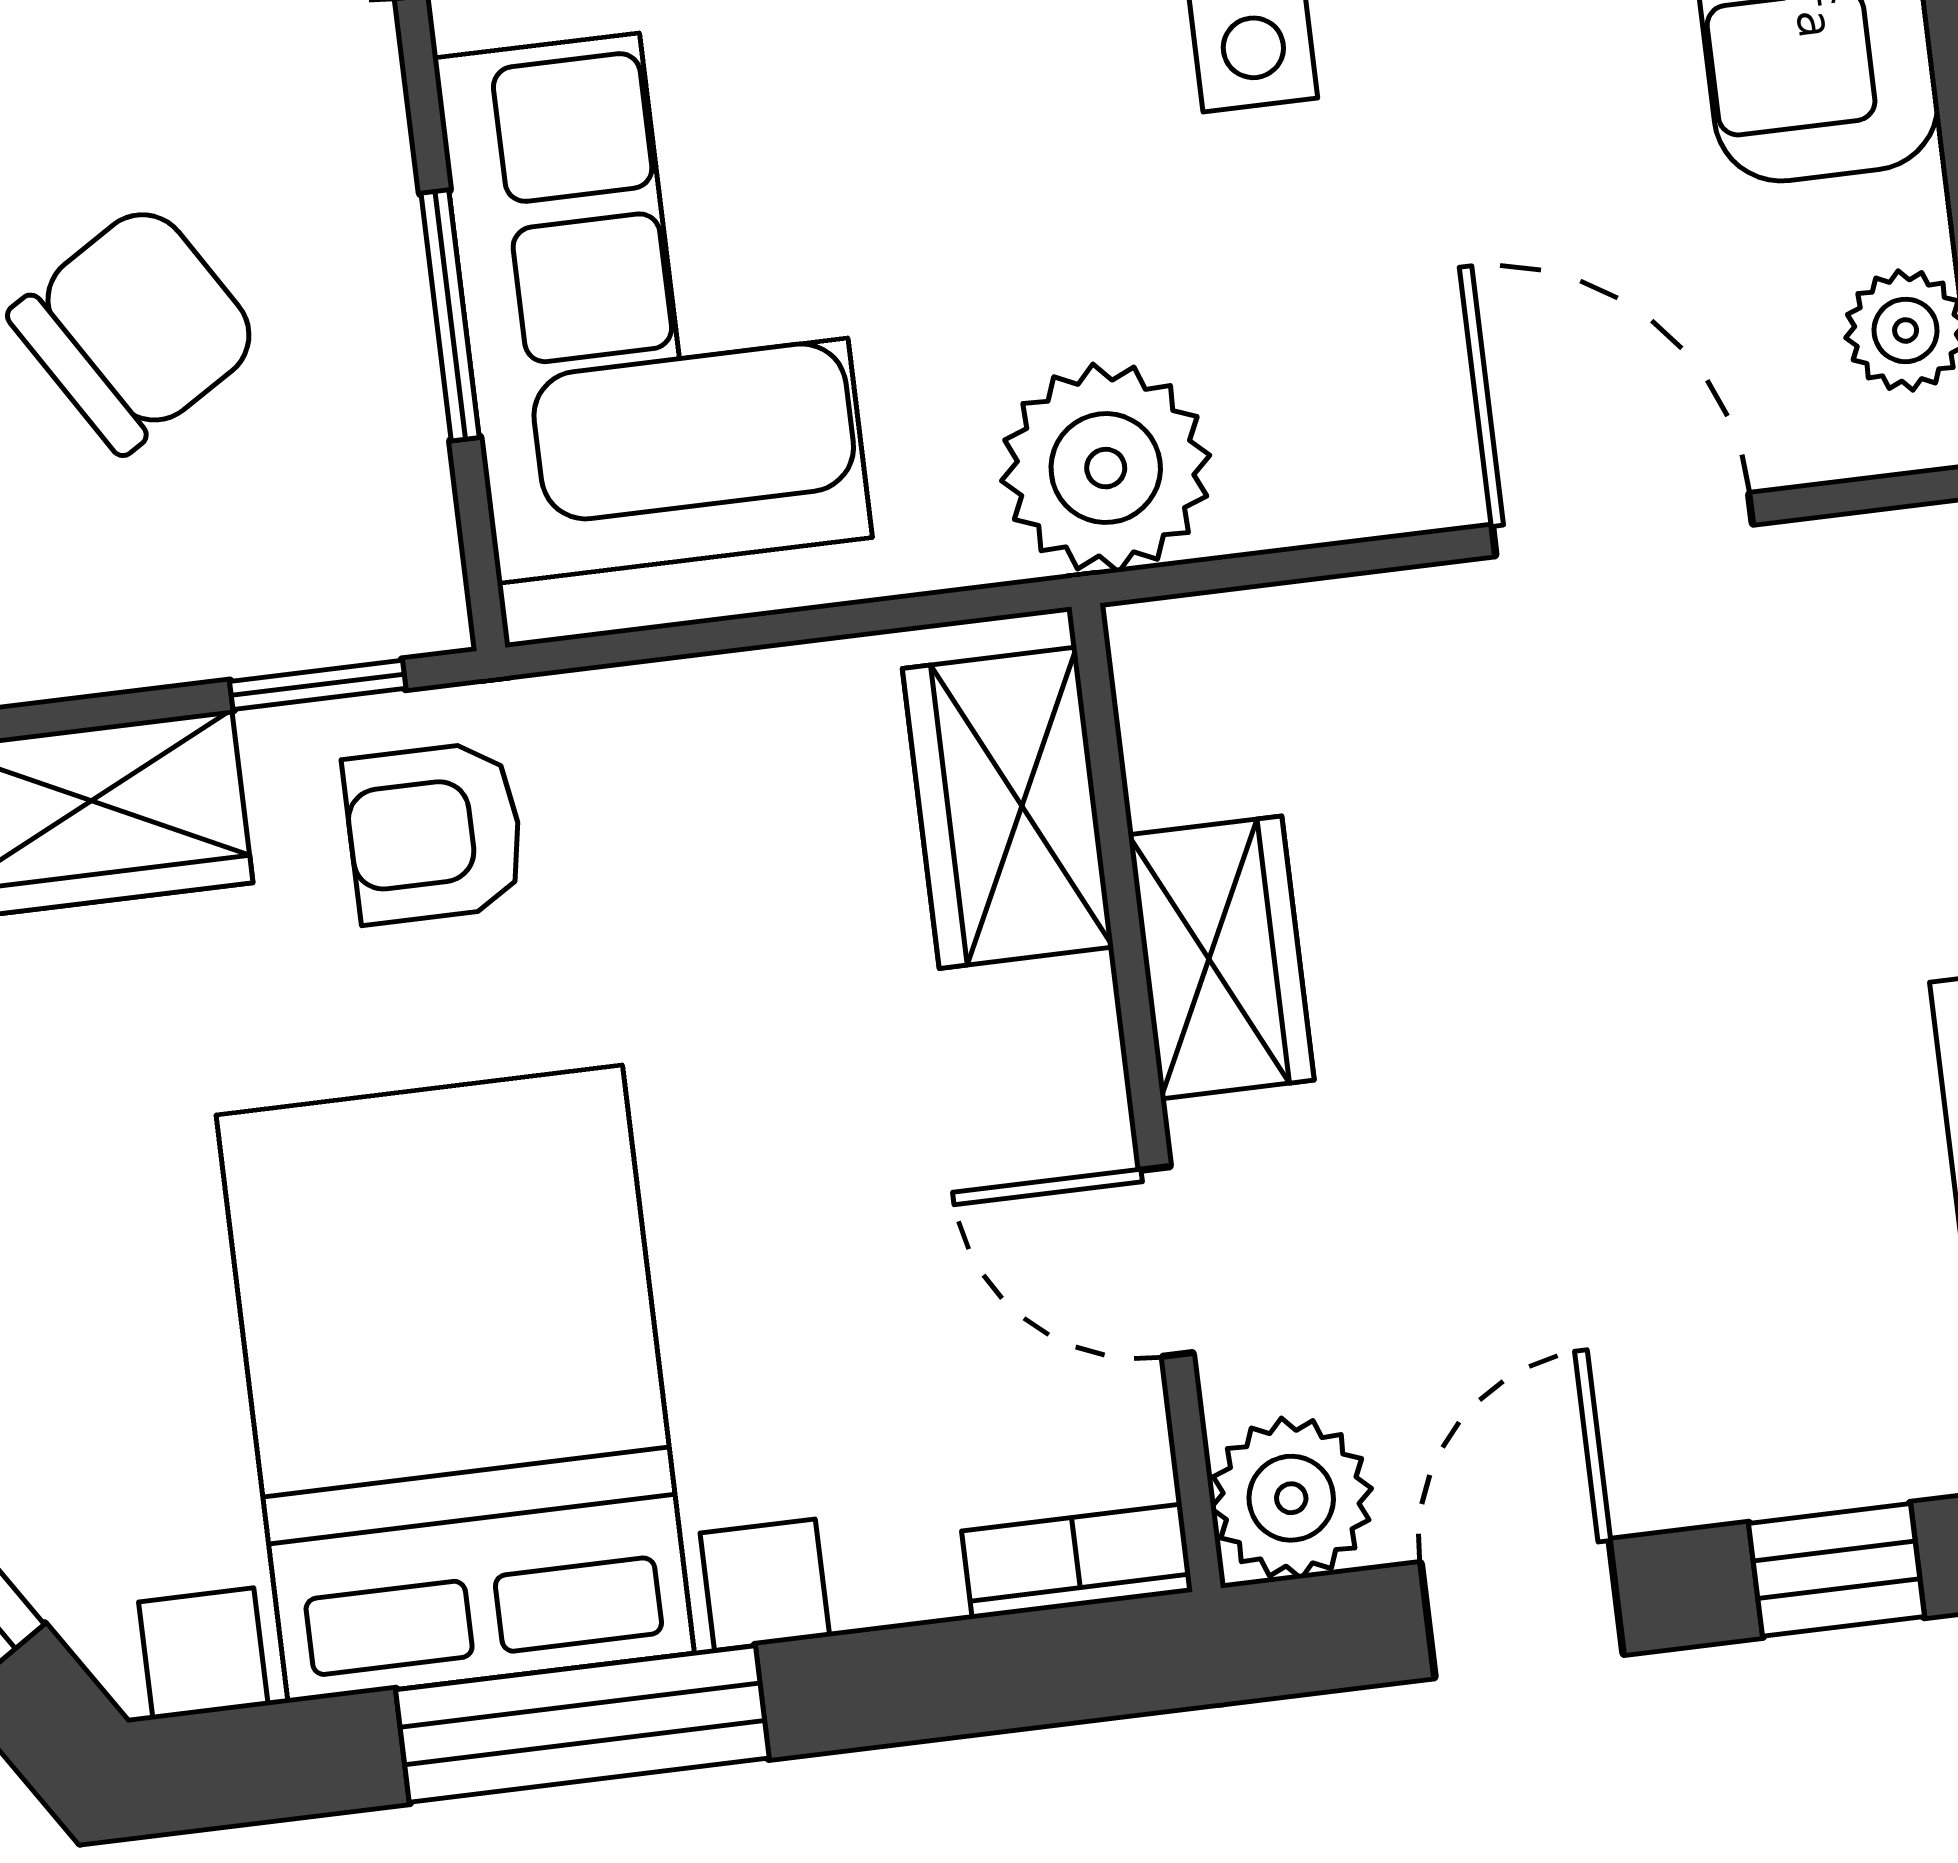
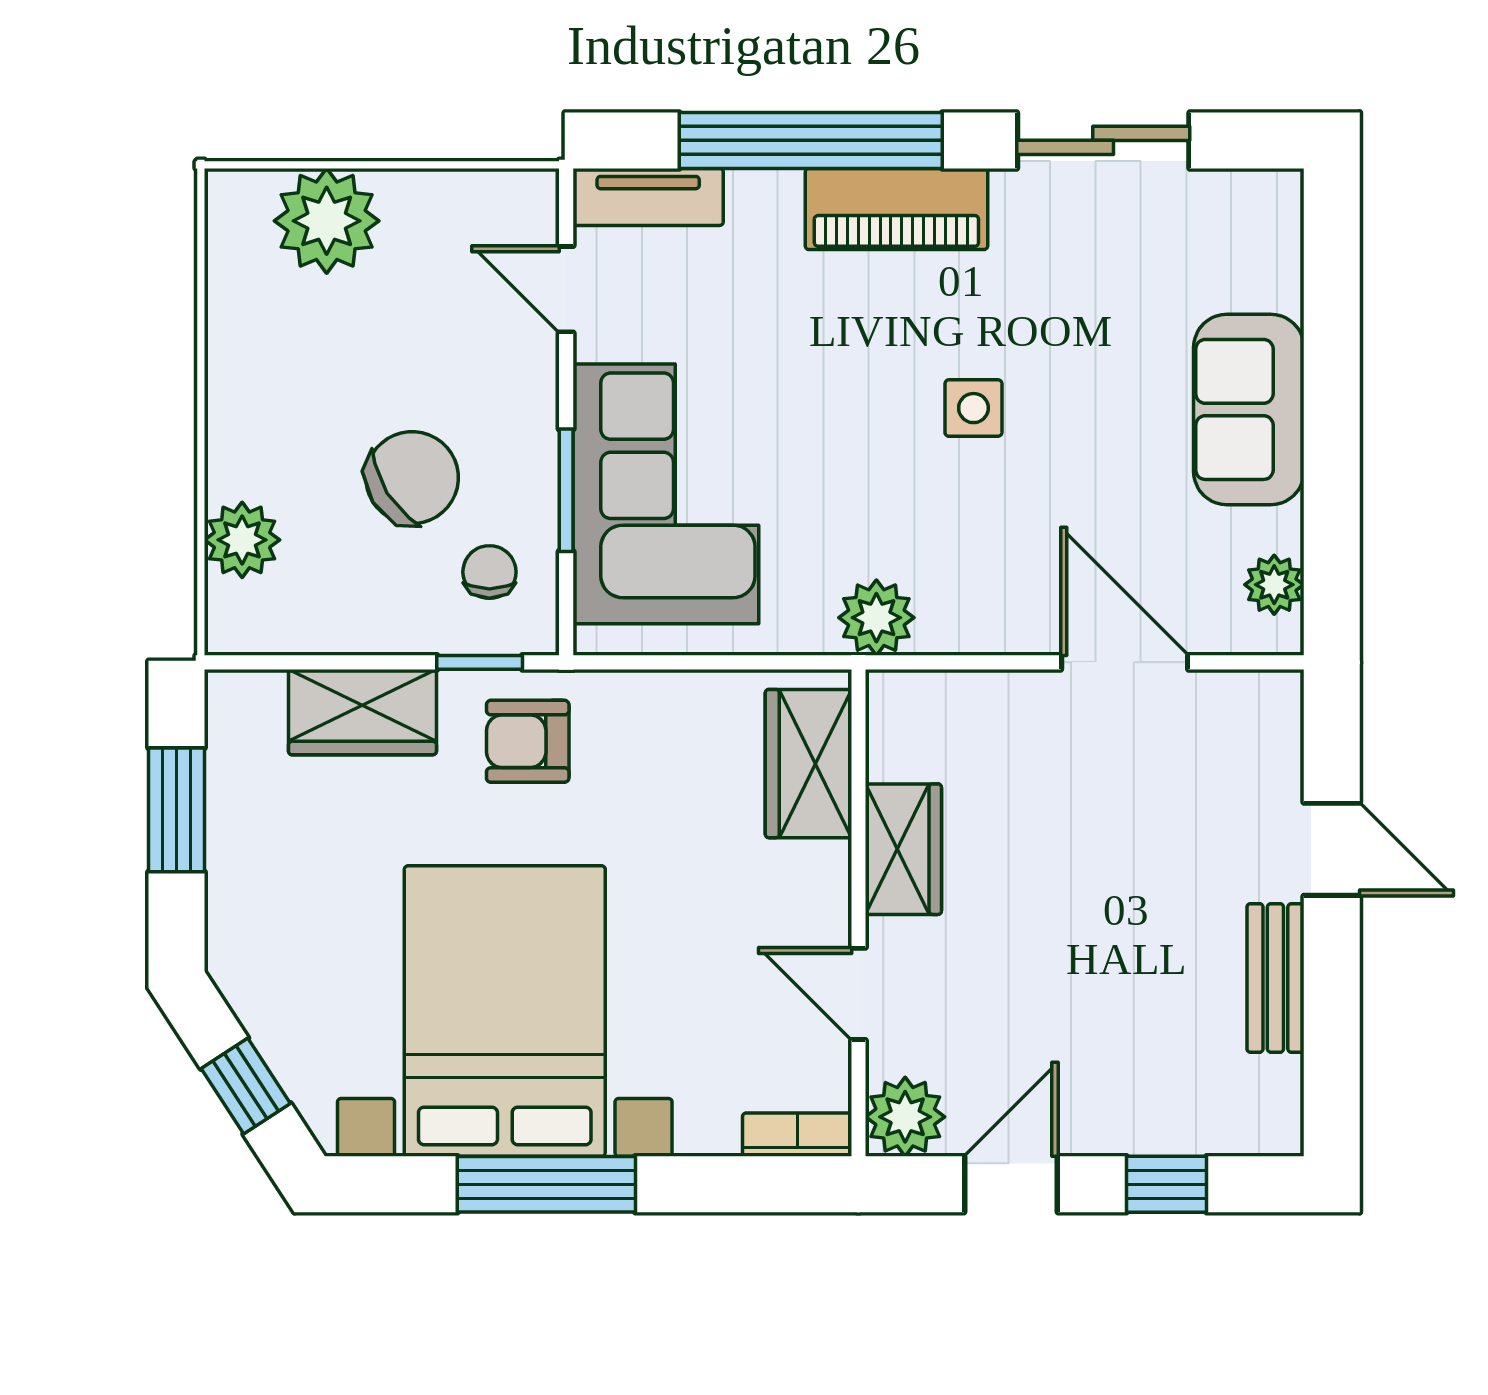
plant: (1106, 468) -> (876, 618), width x0.73, depth x0.73
chair: (315, 500) -> (489, 572), added

